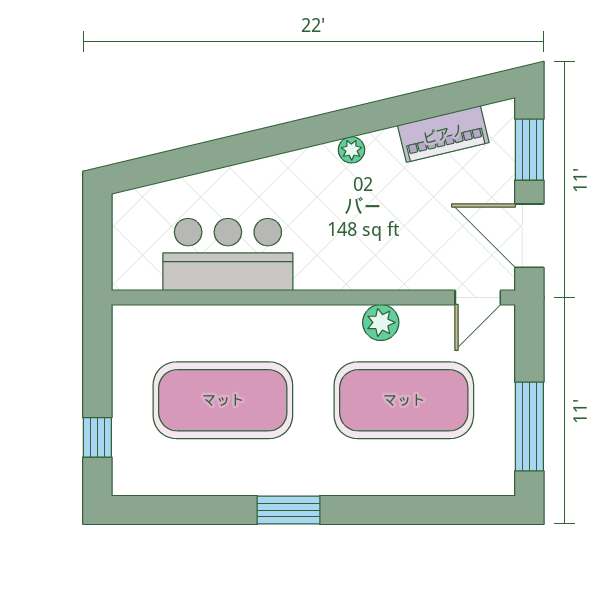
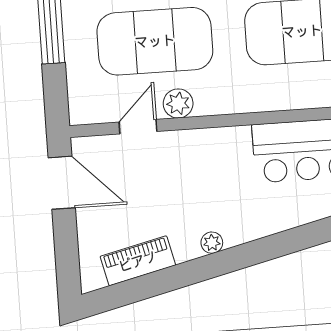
window: (529, 150) -> (67, 253), removed
door: (478, 297) -> (138, 127), moved

